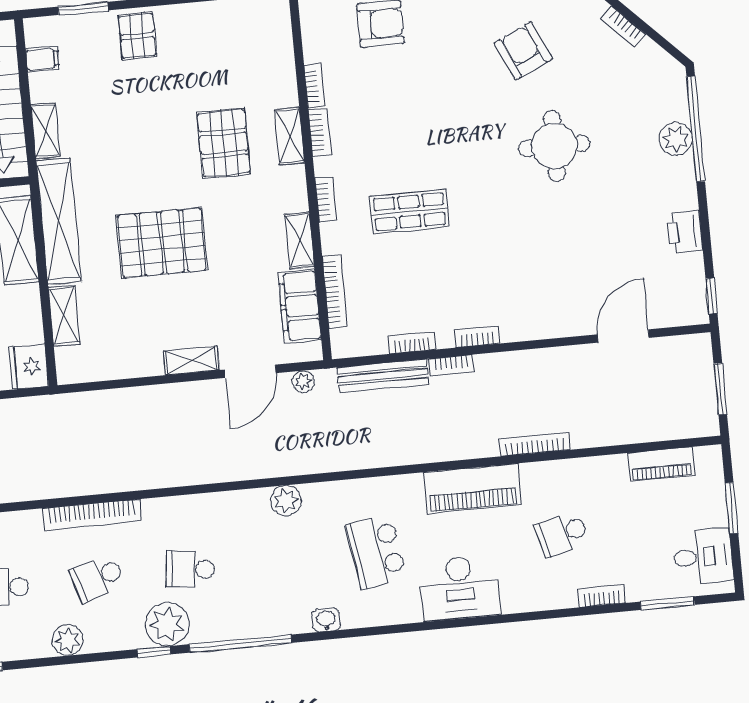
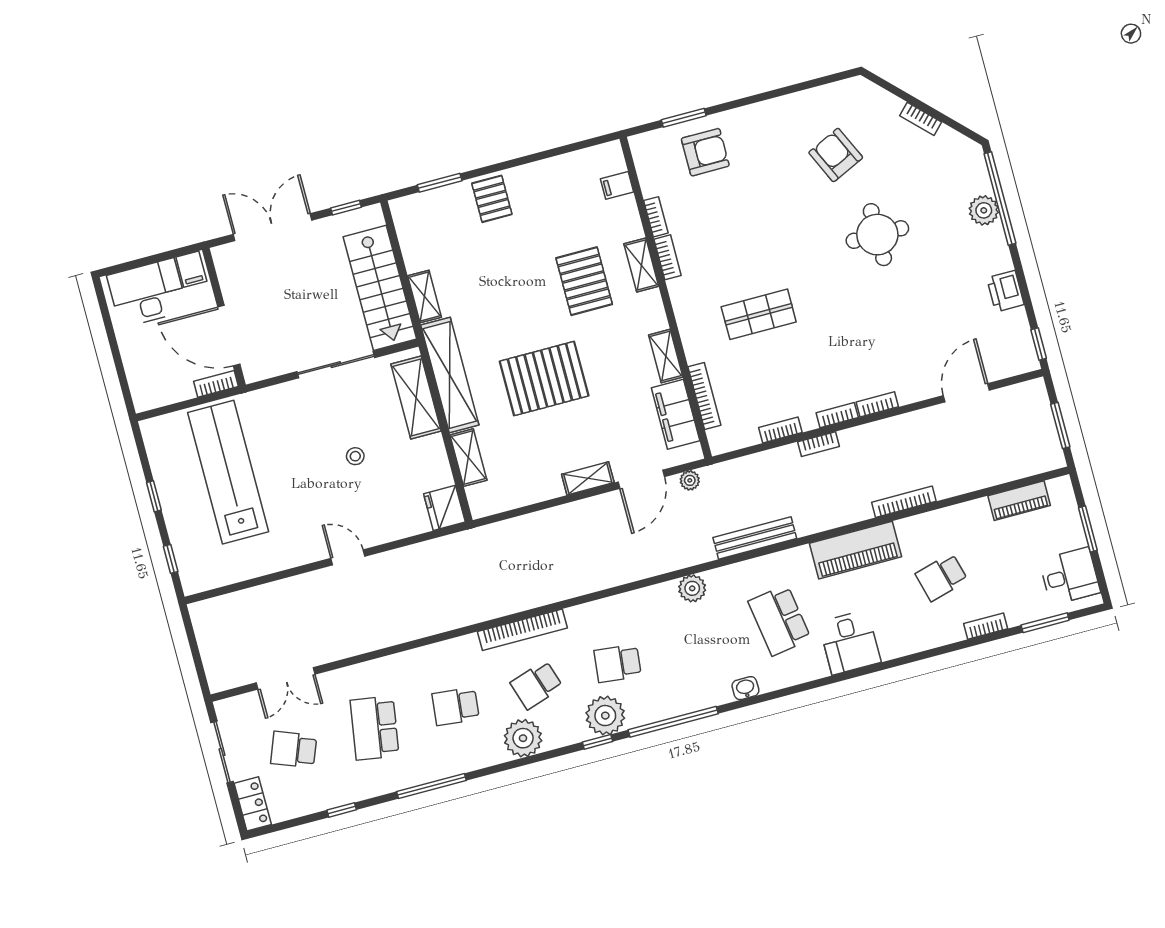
filing cabinet: (42, 59) -> (617, 185), moved, turned 180
bookcase: (325, 199) -> (877, 404), moved, turned -90
bench: (383, 376) -> (755, 538), moved
desk: (460, 588) -> (850, 642), width x0.73
plant: (67, 640) -> (523, 738), width x1.36, depth x1.36

